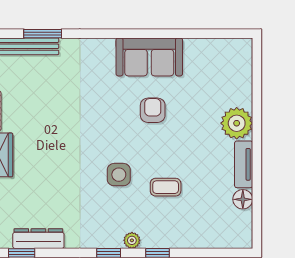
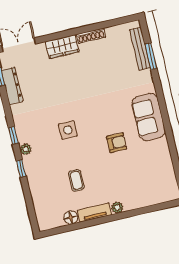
sofa: (149, 57) -> (148, 117), moved
plant: (237, 123) -> (117, 207), width x0.53, depth x0.53
coffee table: (166, 187) -> (76, 180), moved

